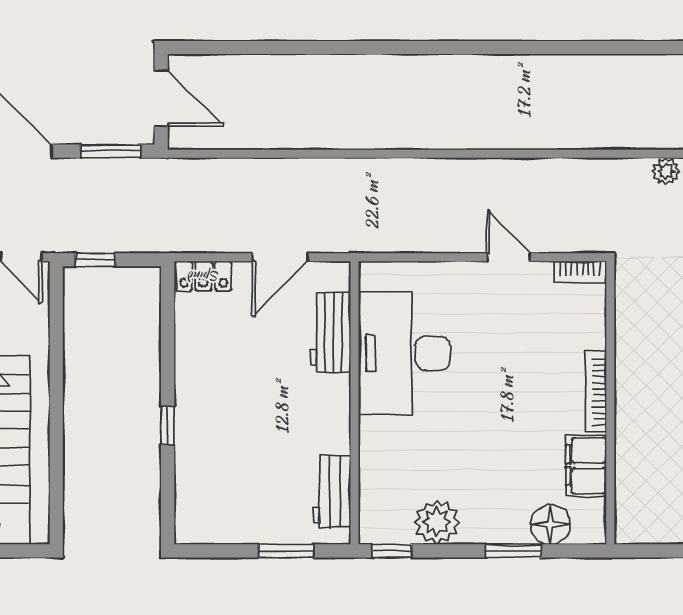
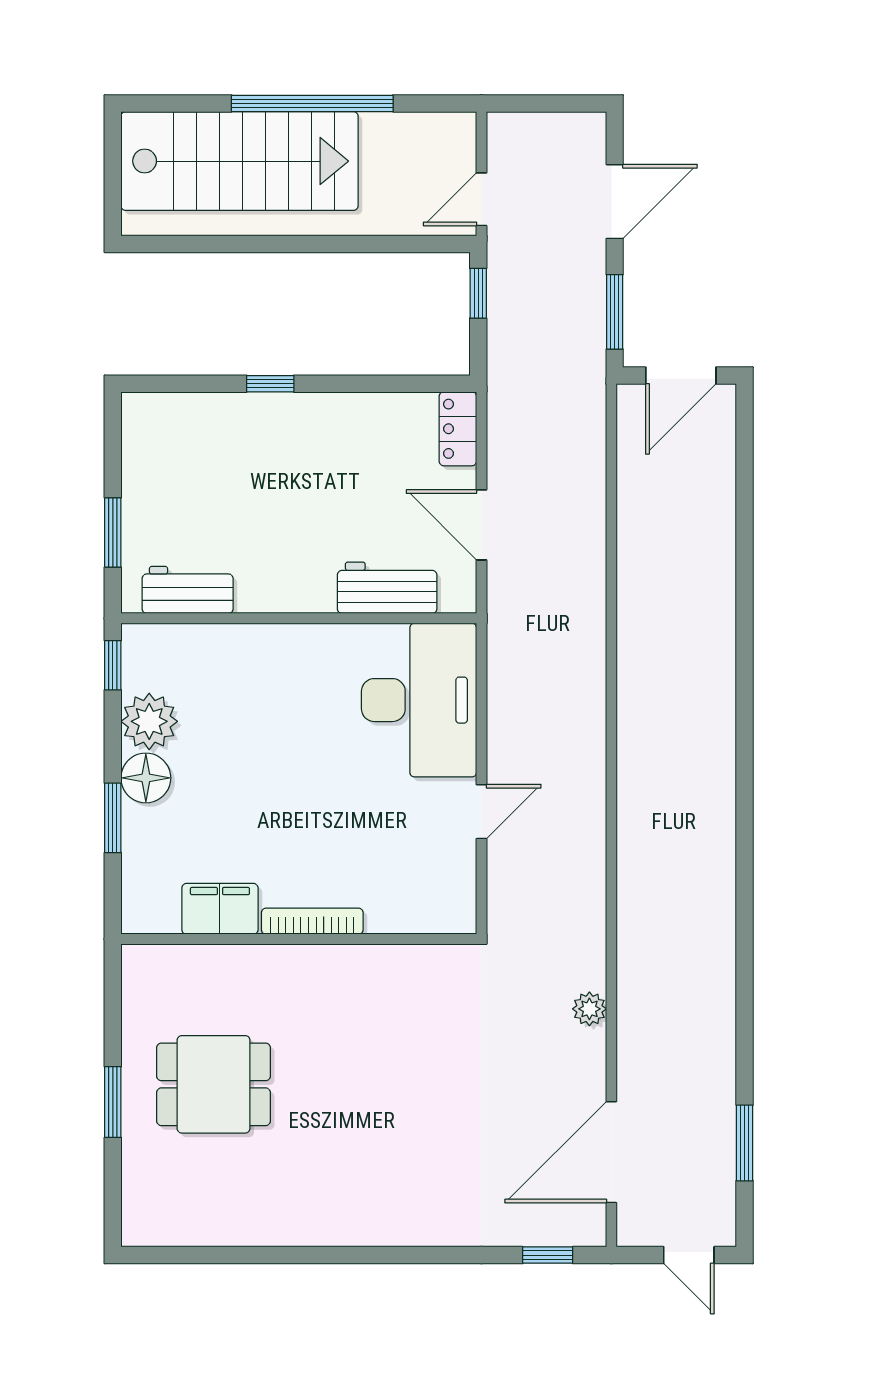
bookcase: (580, 272) -> (463, 901), removed
desk: (404, 353) -> (419, 700), moved, turned 90
floor lamp: (551, 525) -> (146, 778), moved

